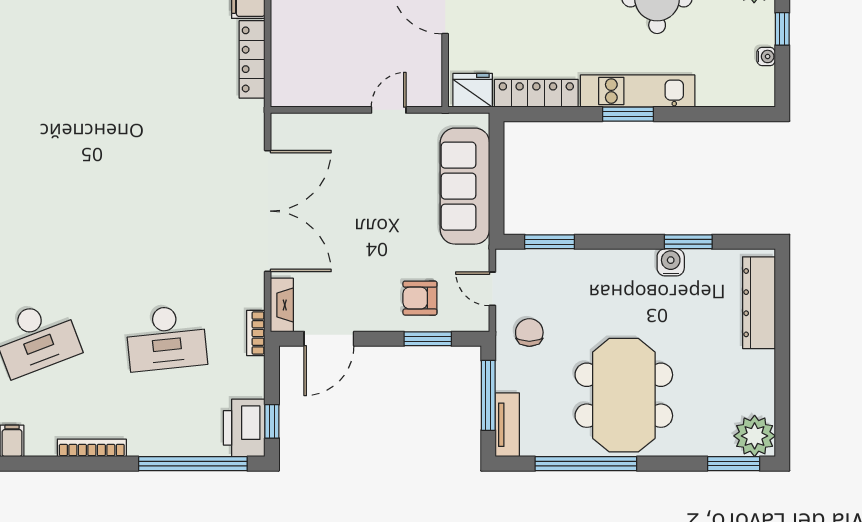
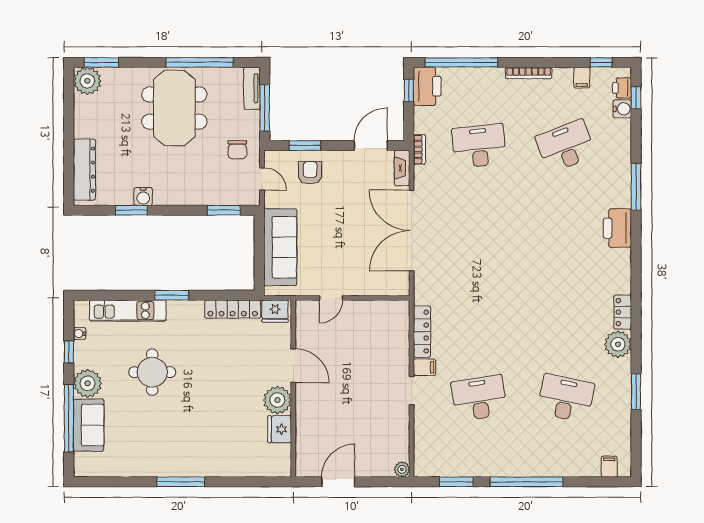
kitchen unit: (638, 91) -> (128, 311), moved
armchair: (420, 298) -> (310, 173), turned -90

